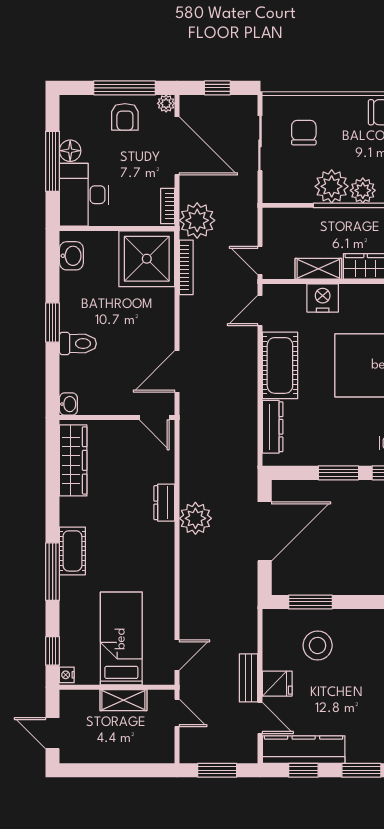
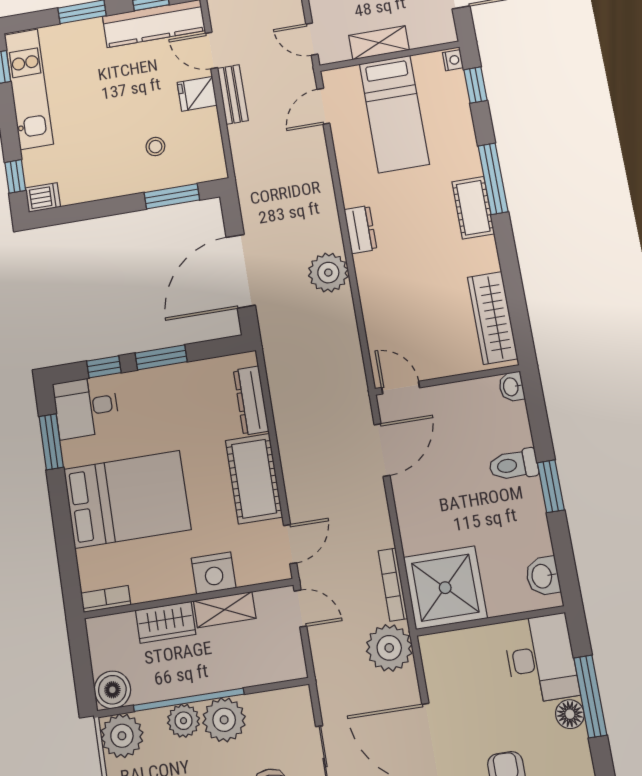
bookcase: (168, 206) -> (430, 661), removed
dresser: (164, 503) -> (360, 230), moved
stool: (318, 645) -> (155, 147), width x0.53, depth x0.53

